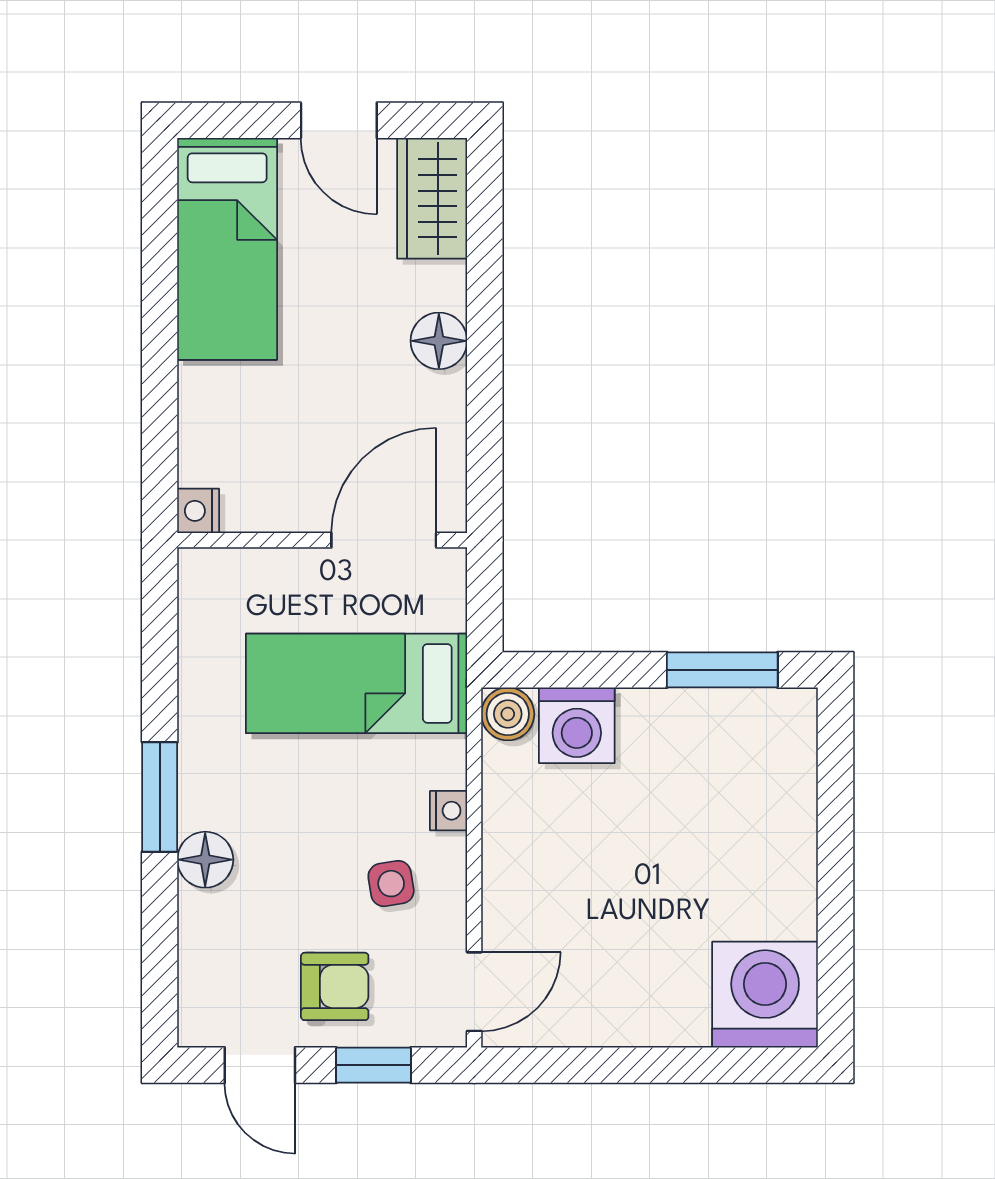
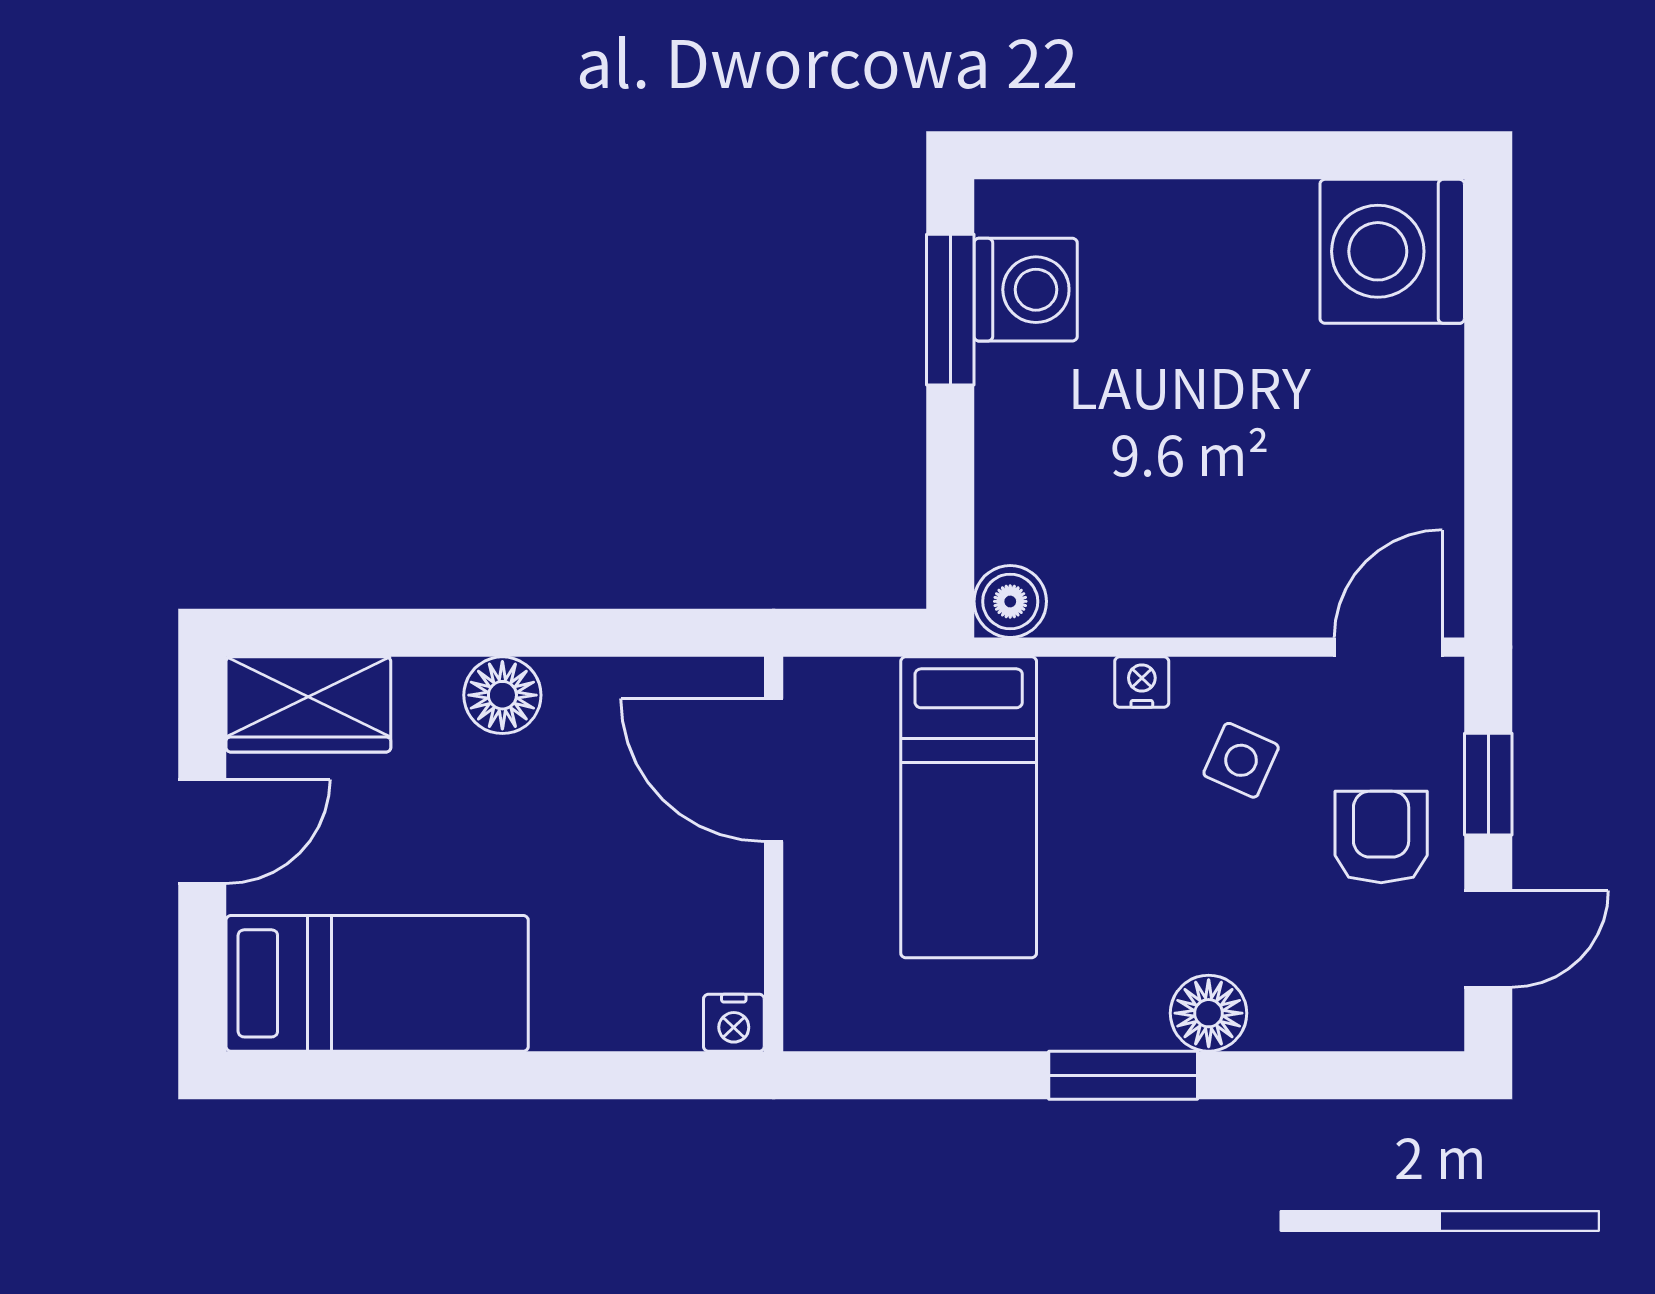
washing machine: (577, 725) -> (1026, 290), moved
side table: (391, 884) -> (1241, 760), turned 33
door: (474, 992) -> (1388, 647), hinge flipped

